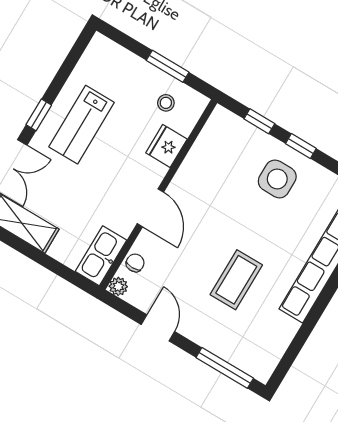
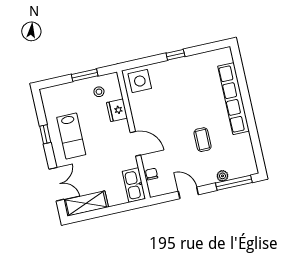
window: (39, 115) -> (45, 134), moved
window: (259, 121) -> (147, 61), removed
side table: (277, 179) -> (140, 81), moved
coffee table: (236, 280) -> (203, 140), width x0.73, depth x0.77
plant: (118, 286) -> (222, 176), moved

